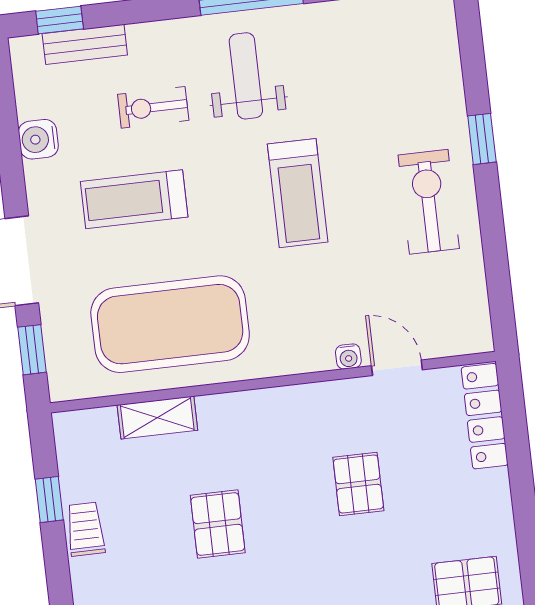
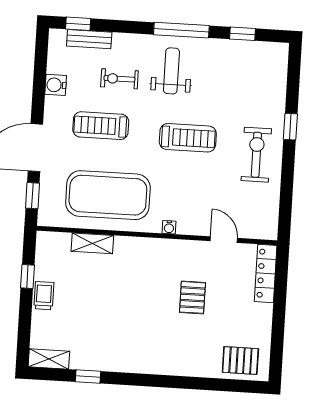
treadmill: (298, 193) -> (188, 138), turned -90
water cooler: (348, 357) -> (169, 227), moved
pallet: (218, 524) -> (114, 305), removed

